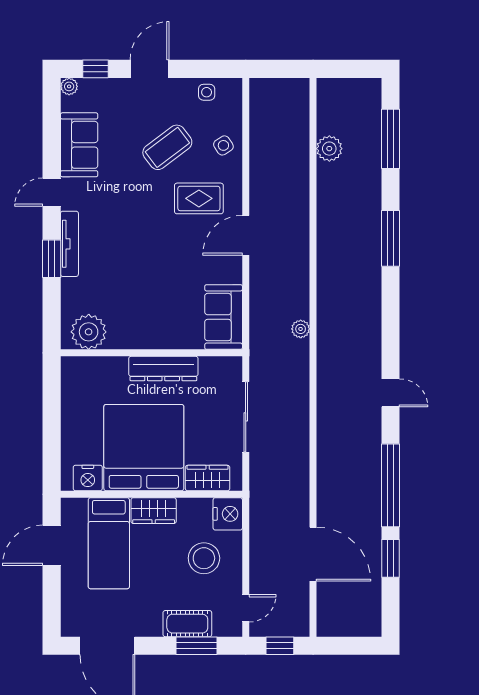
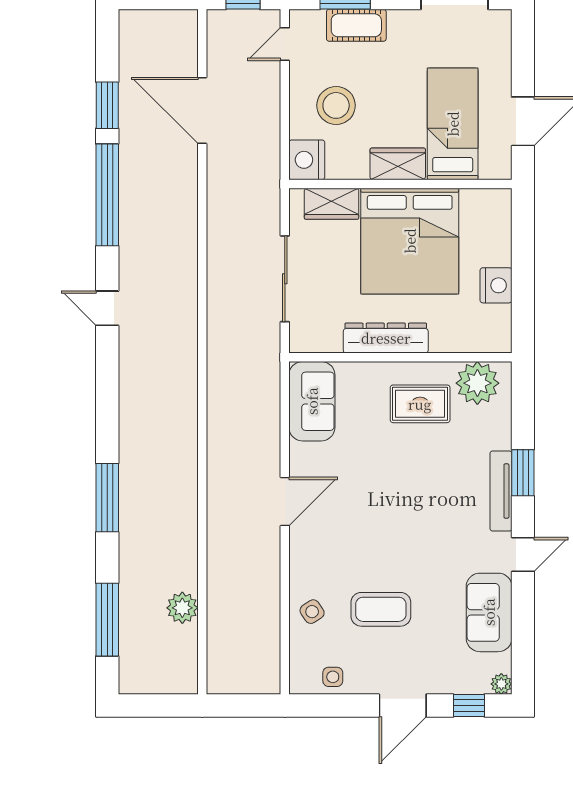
coffee table: (167, 147) -> (381, 609), turned 37
rug: (199, 198) -> (420, 404), moved
plant: (301, 329) -> (218, 387), removed
nightstand: (88, 478) -> (496, 285), moved, turned 90

